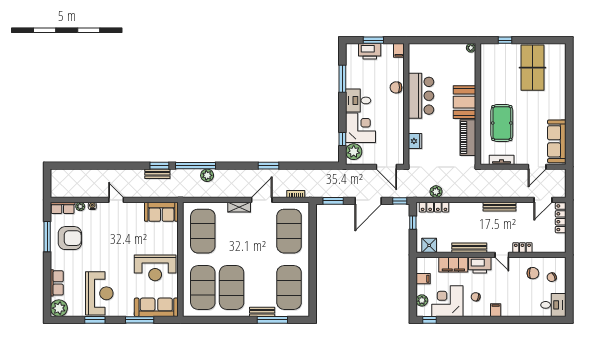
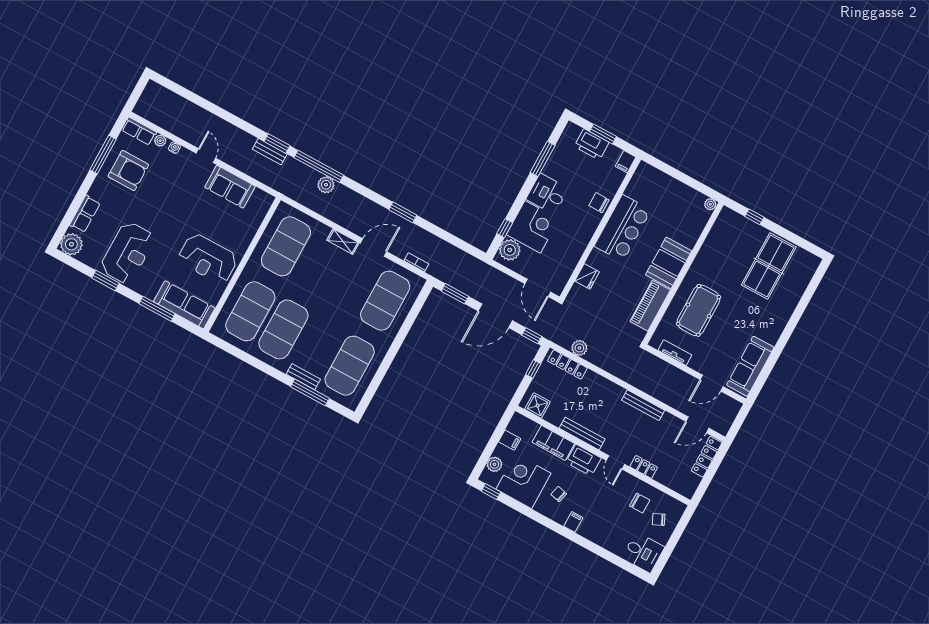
sofa: (161, 212) -> (230, 187), moved

